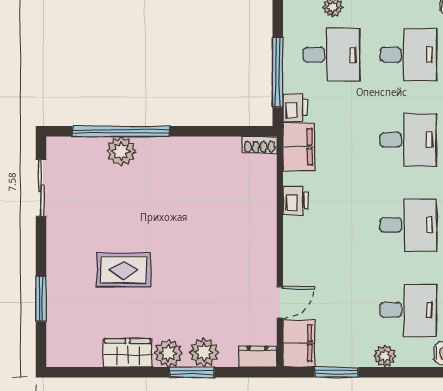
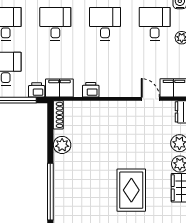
shoe rack: (260, 145) -> (58, 115), width x1.43
plant: (121, 151) -> (62, 145), moved
rug: (124, 270) -> (131, 190), width x1.36, depth x1.43

